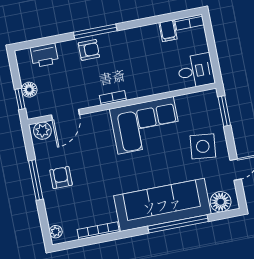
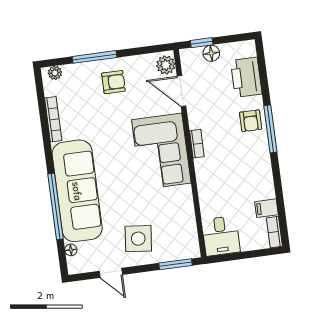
printer: (44, 55) -> (246, 77), width x1.37, depth x1.19
corner sofa: (146, 125) -> (161, 151), moved
window: (36, 180) -> (94, 57), moved
floor lamp: (221, 202) -> (71, 250), width x0.53, depth x0.53

